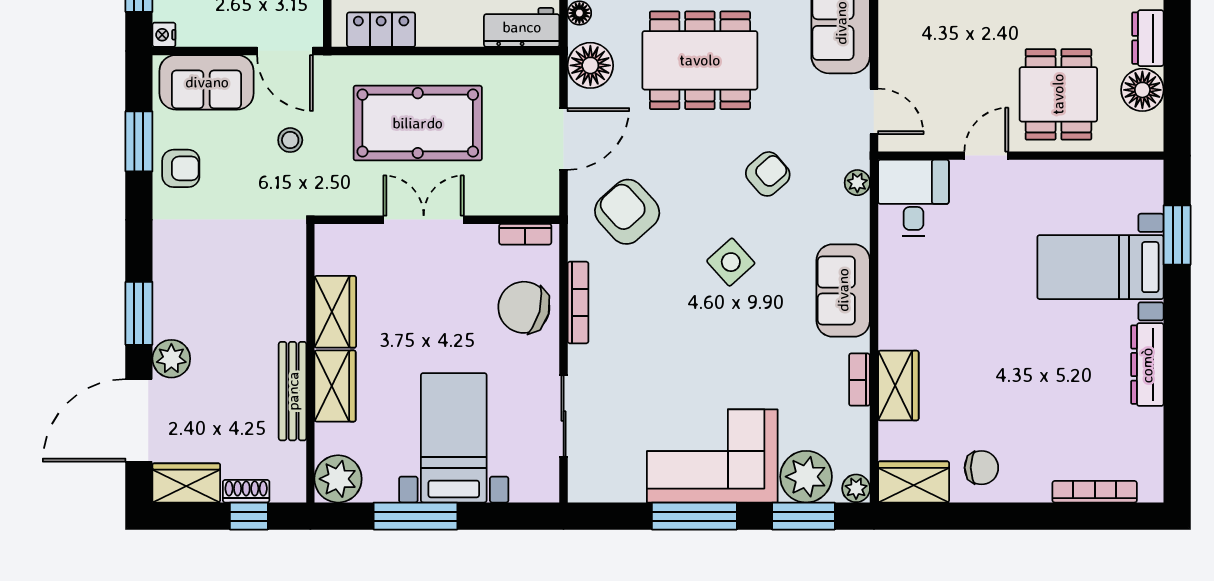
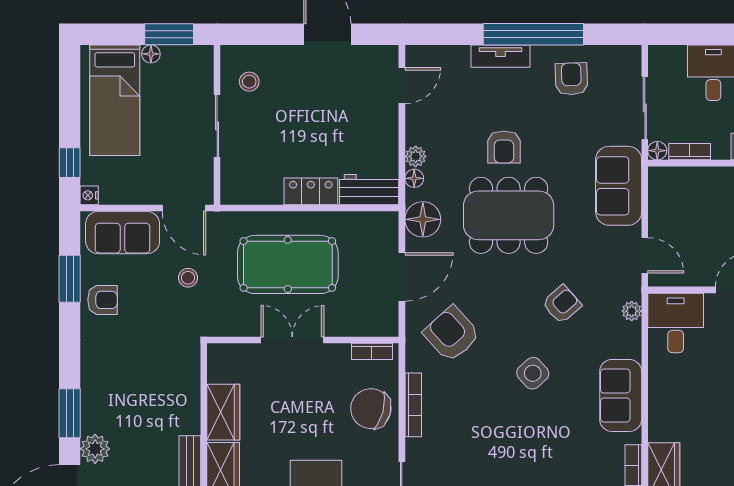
locker: (381, 30) -> (311, 191), moved

